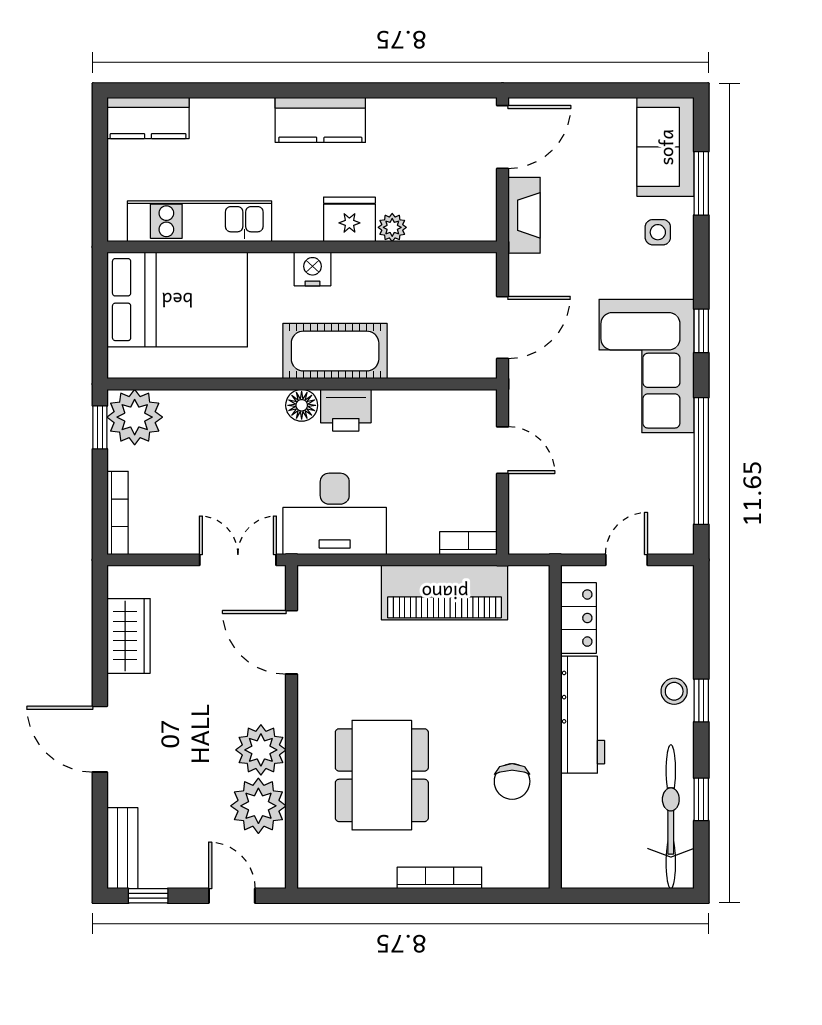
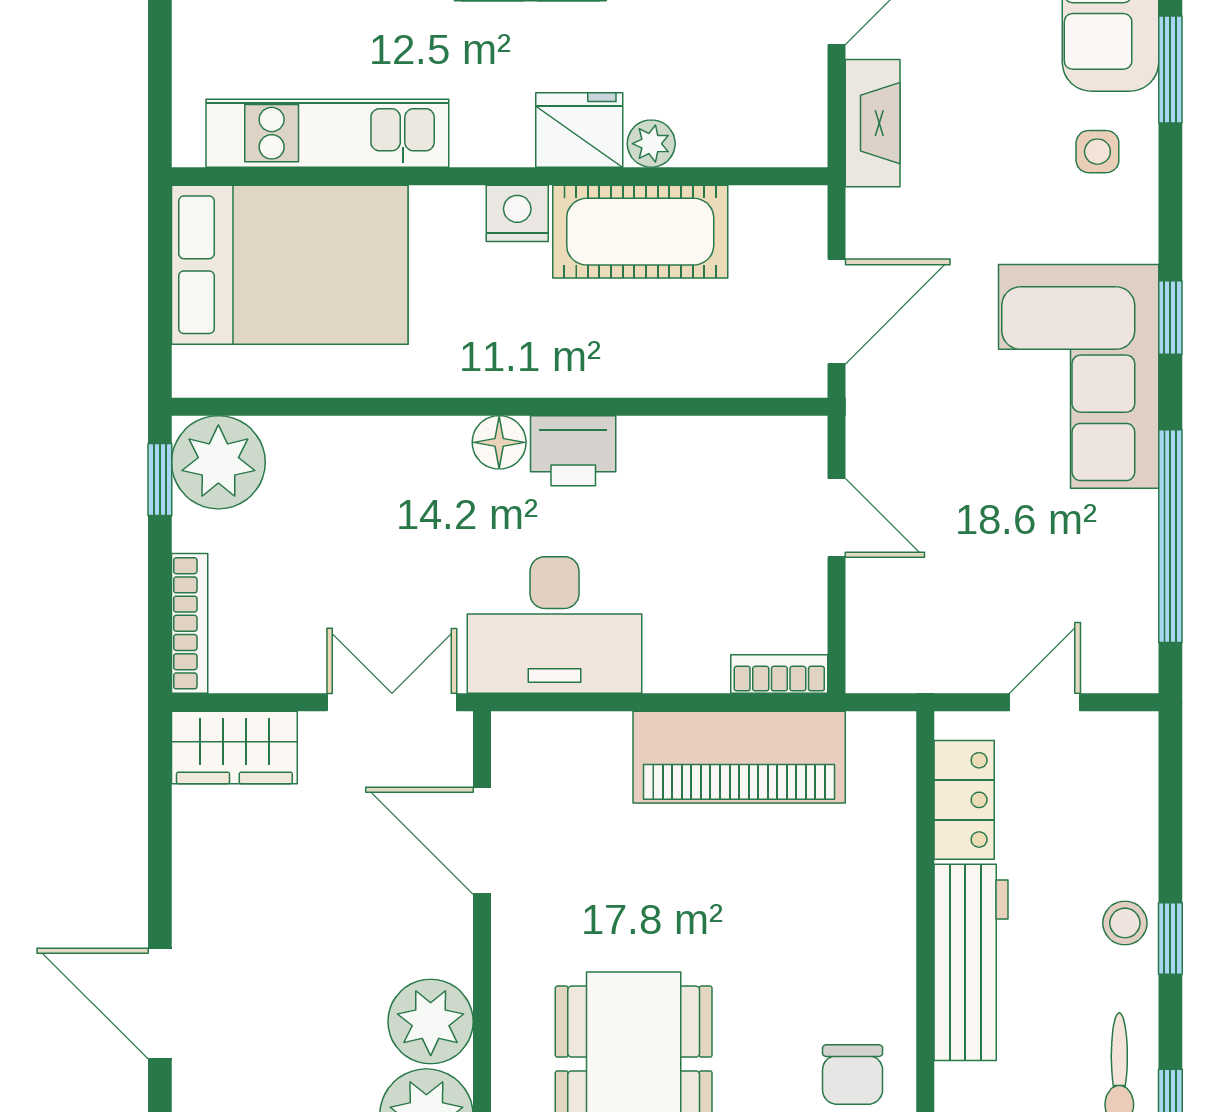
cot: (335, 351) -> (640, 232), moved
wardrobe: (129, 636) -> (234, 747), moved, turned 90

